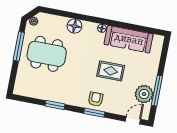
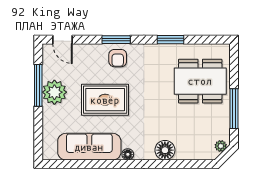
dining table: (47, 54) -> (200, 81), moved
rug: (111, 71) -> (105, 100), width x1.36, depth x1.43
plant: (144, 94) -> (54, 92), moved
door: (133, 120) -> (62, 40), hinge flipped

